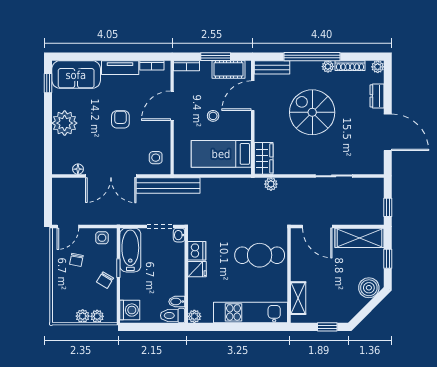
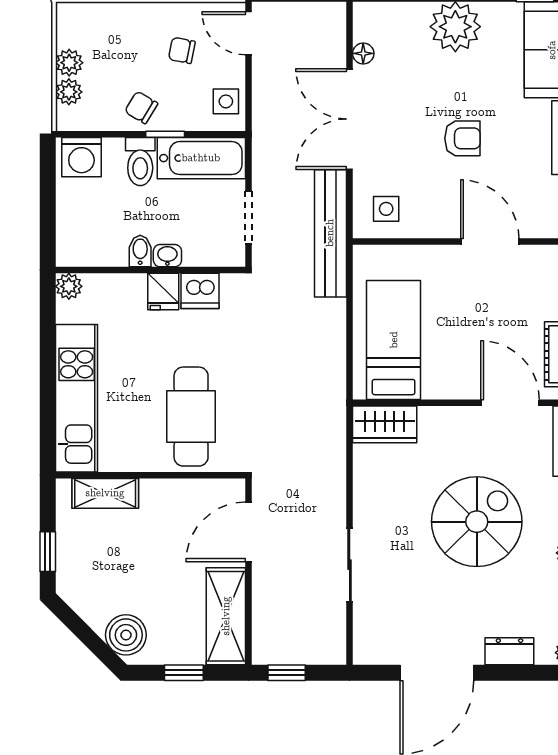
stool: (213, 116) -> (470, 323), removed
plant: (271, 184) -> (333, 439), removed
washbasin: (179, 235) -> (167, 256), moved
bidet: (177, 302) -> (140, 251), moved
toilet: (173, 316) -> (140, 162), moved, turned 180

